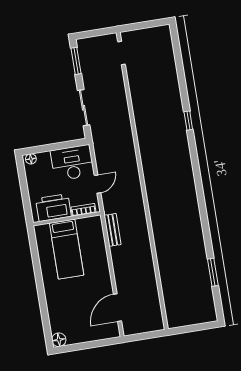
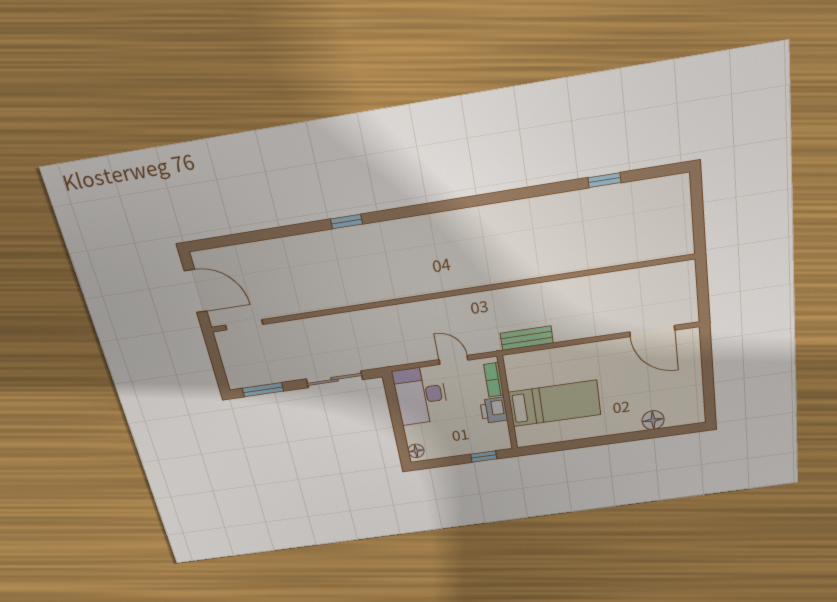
door: (144, 25) -> (196, 291), added
window: (27, 204) -> (484, 457), added
printer: (53, 208) -> (494, 410), width x0.53, depth x0.68
window: (213, 272) -> (605, 180), width x0.67
floor lamp: (59, 340) -> (653, 420), moved

